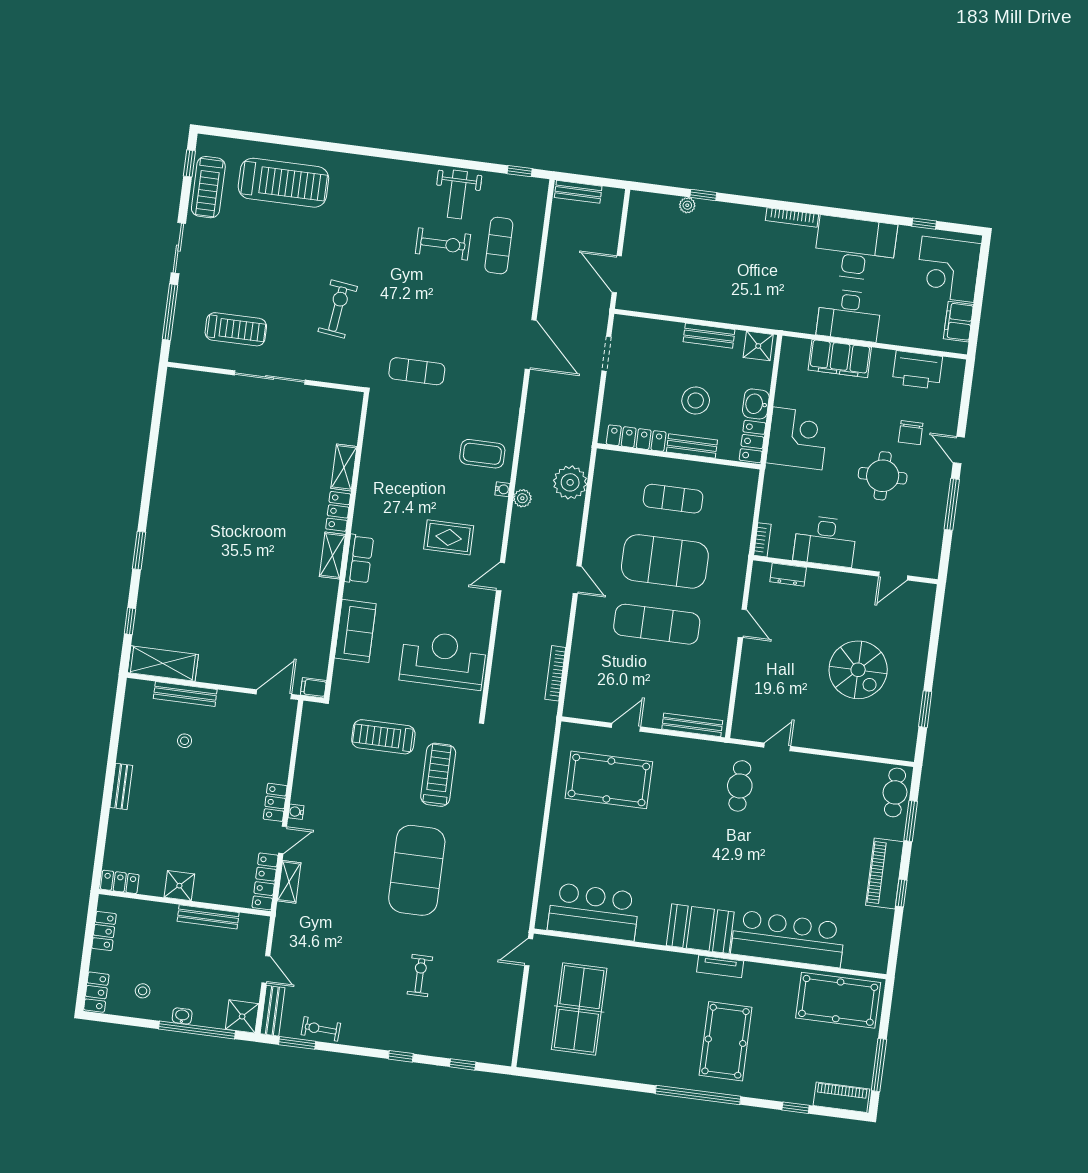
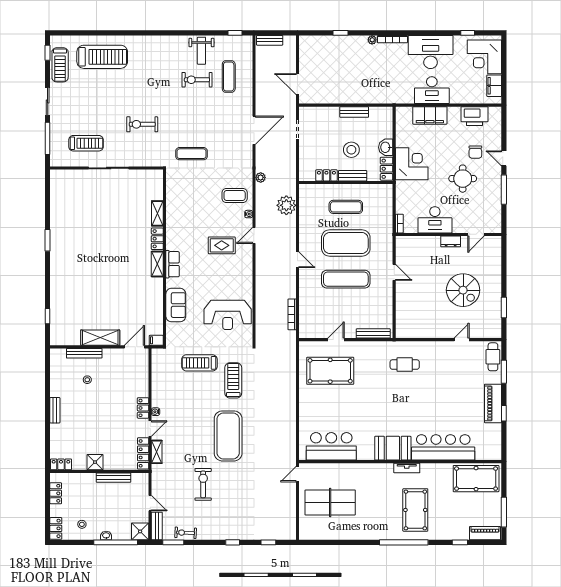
plant: (687, 205) -> (372, 40), moved
exercise bike: (443, 244) -> (197, 80), turned 180
exercise bike: (338, 309) -> (142, 124), turned -97
door: (531, 345) -> (254, 130), hinge flipped
shower: (758, 346) -> (383, 114), removed
locker: (636, 438) -> (326, 175), width x0.66
plant: (522, 498) -> (261, 177), moved
window: (139, 551) -> (48, 240), moved
dresser: (788, 575) -> (451, 241), moved
door: (501, 577) -> (254, 235), moved
reception desk: (443, 660) -> (228, 315), turned 180
shelving: (163, 664) -> (100, 338), moved
door: (777, 747) -> (462, 340), moved
cafe table: (740, 786) -> (405, 365), turned 90
exercise bike: (420, 976) -> (203, 484), moved, width x1.38, depth x1.39
table tennis table: (579, 1009) -> (330, 502), turned 90

